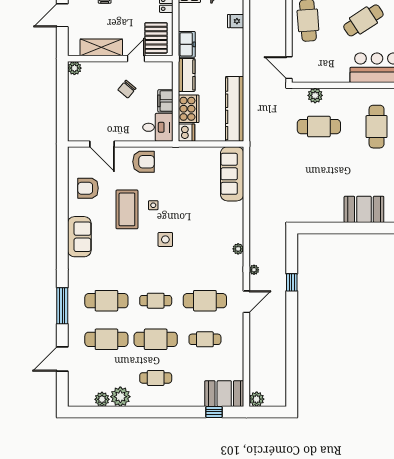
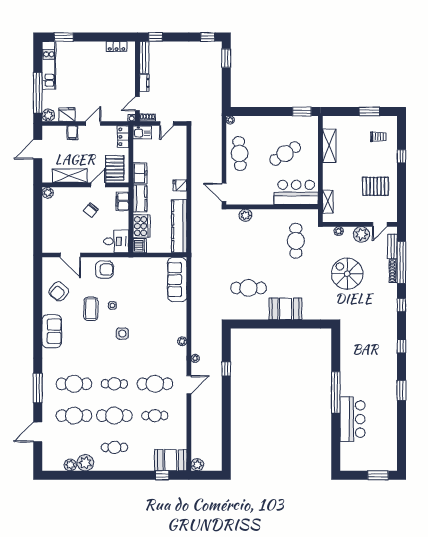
fridge: (236, 21) -> (180, 185), moved
filing cabinet: (165, 101) -> (122, 201), moved
cafe table: (319, 127) -> (248, 288), moved
armchair: (88, 188) -> (59, 291), turned -50
coffee table: (127, 209) -> (91, 309), width x0.73, depth x0.76

